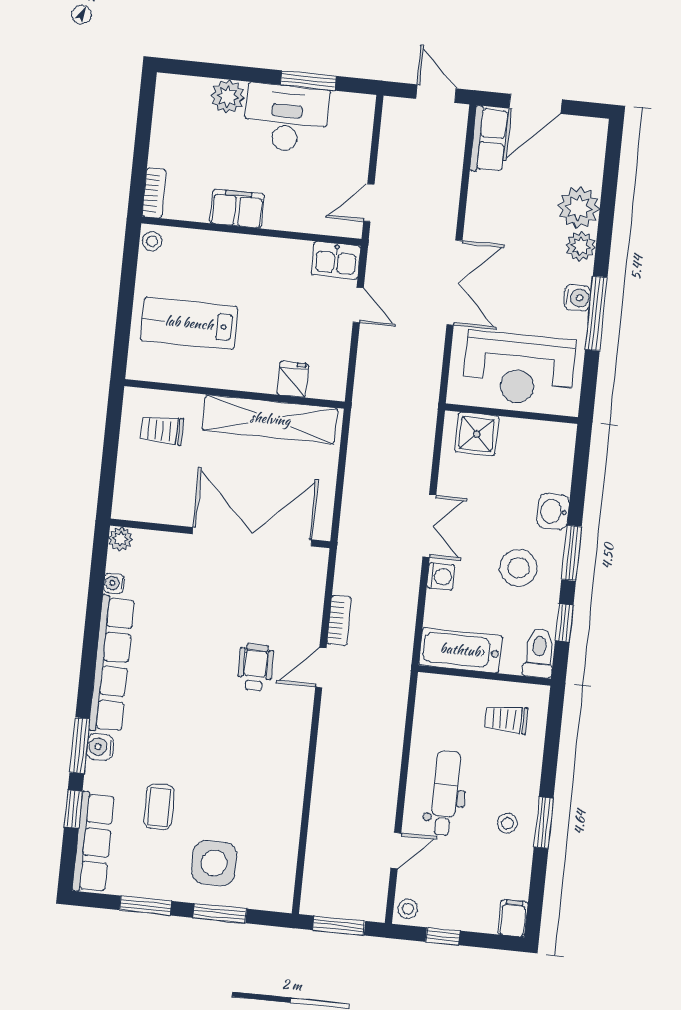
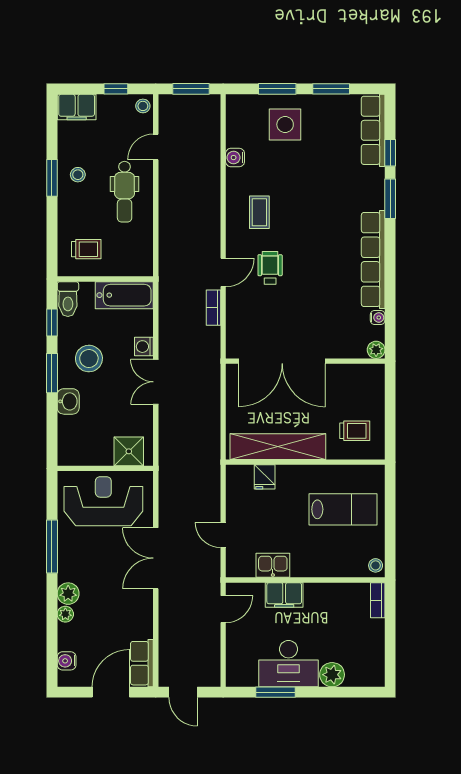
plant: (579, 207) -> (65, 614), width x0.53, depth x0.53
filing cabinet: (237, 209) -> (284, 595), moved
kitchen sink: (336, 260) -> (273, 565), moved
water cooler: (578, 298) -> (67, 661), moved
wheelchair: (255, 667) -> (270, 268), turned 180
water cooler: (100, 747) -> (235, 158), moved, turned 180
coffee table: (159, 807) -> (259, 212), moved
filing cabinet: (513, 918) -> (77, 107), width x2.00

